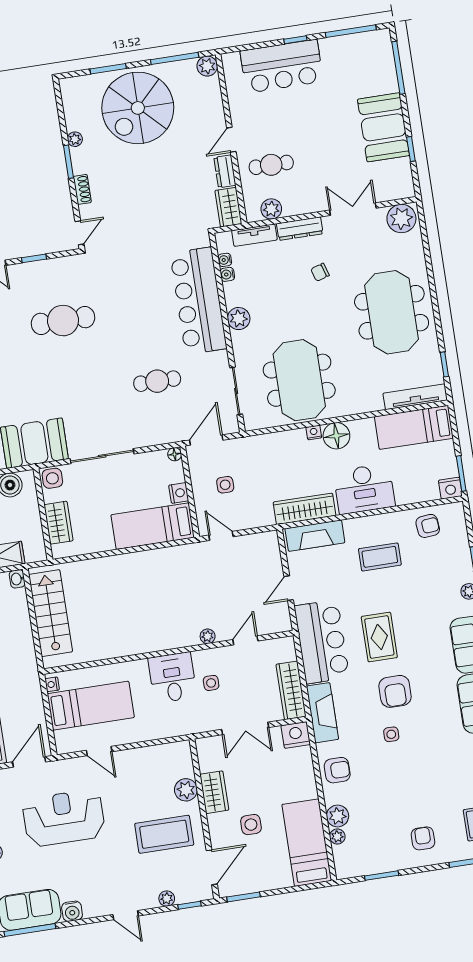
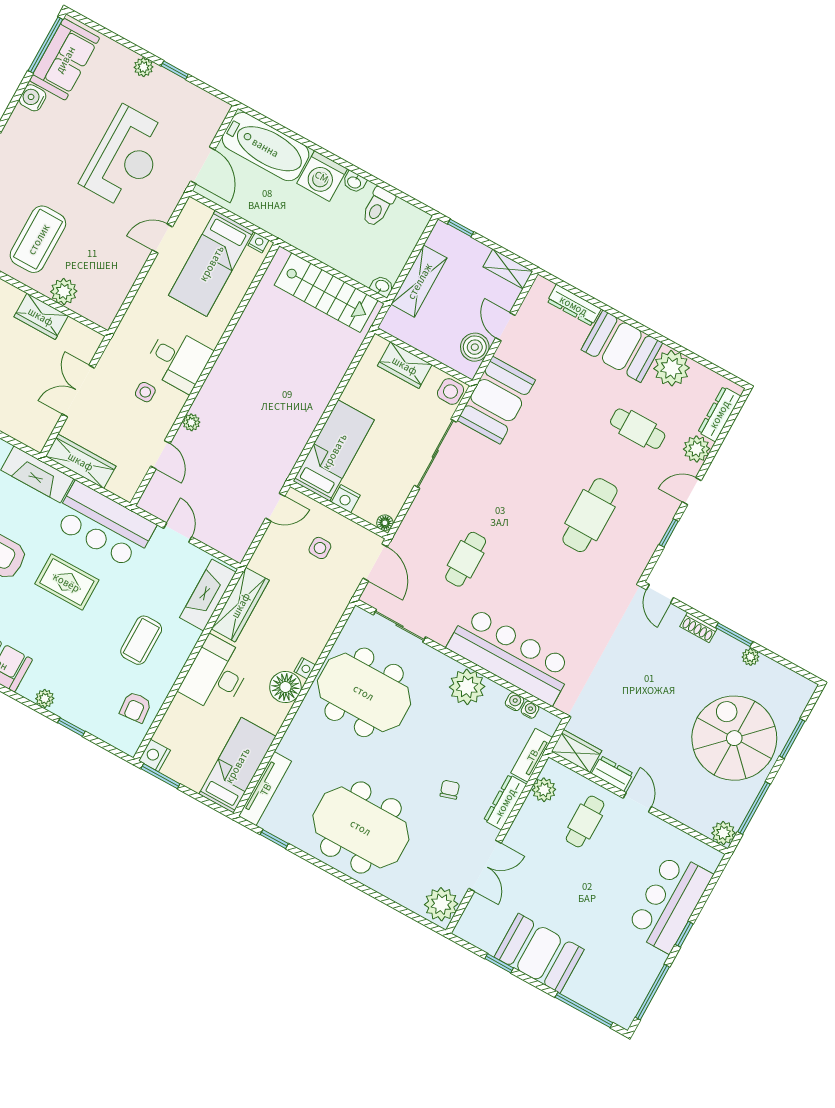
plant: (239, 319) -> (467, 687), width x1.36, depth x1.36
nightstand: (296, 735) -> (36, 433), removed

